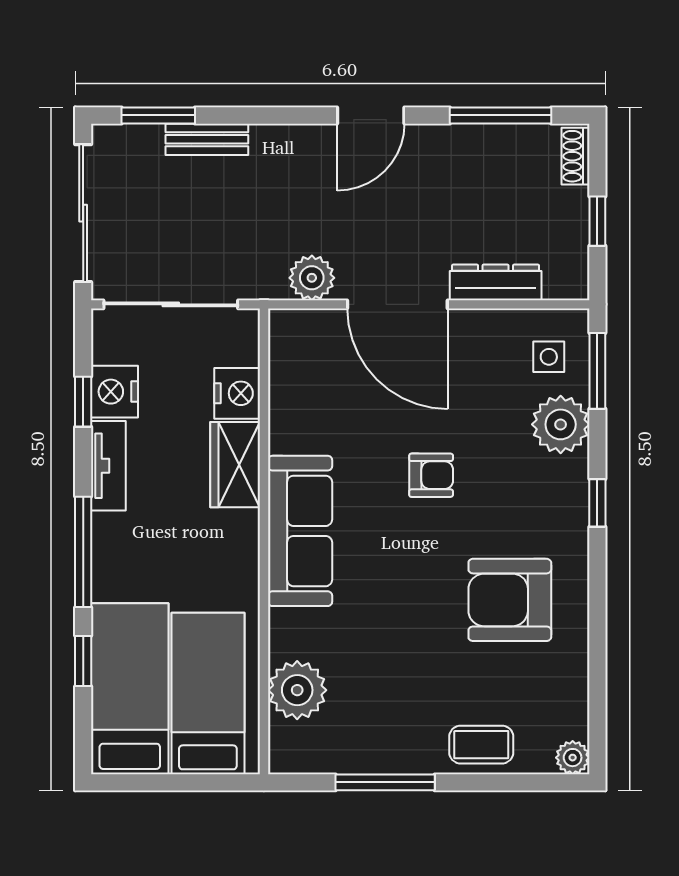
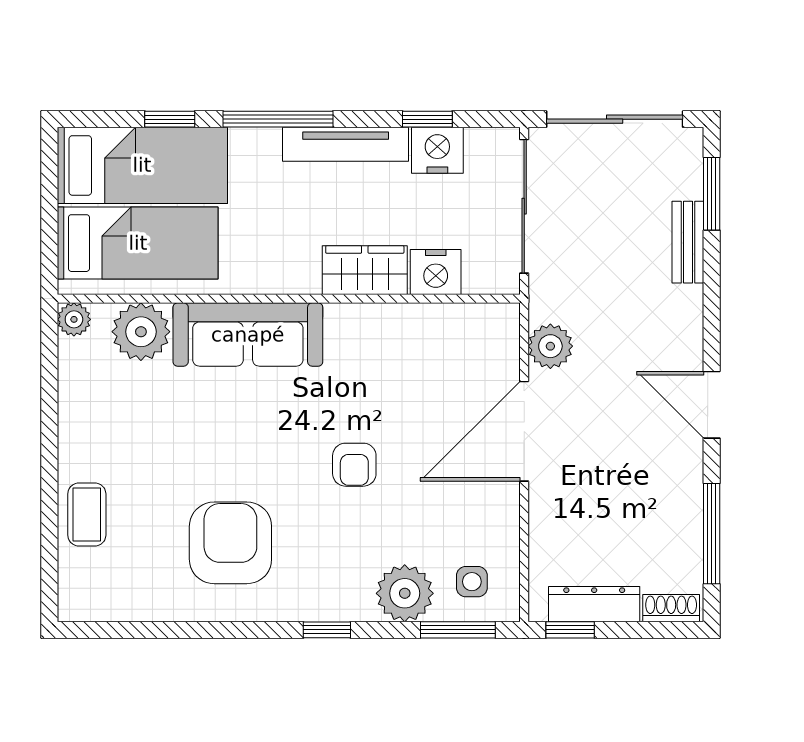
window: (597, 221) -> (570, 630), moved
dresser: (496, 282) -> (594, 604), moved, turned -90
tv unit: (108, 466) -> (346, 144), width x1.41
sofa: (300, 531) -> (248, 335), moved
plant: (573, 758) -> (74, 319), moved
window: (385, 782) -> (49, 419), removed

